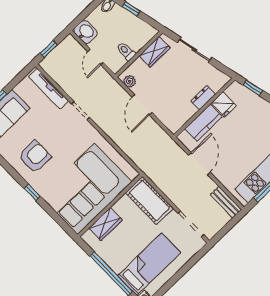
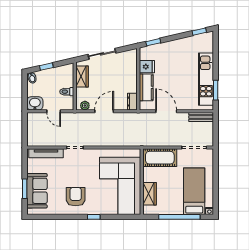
window: (49, 49) -> (25, 132), removed
dresser: (203, 98) -> (132, 102), moved
door: (142, 105) -> (104, 111), swing flipped

